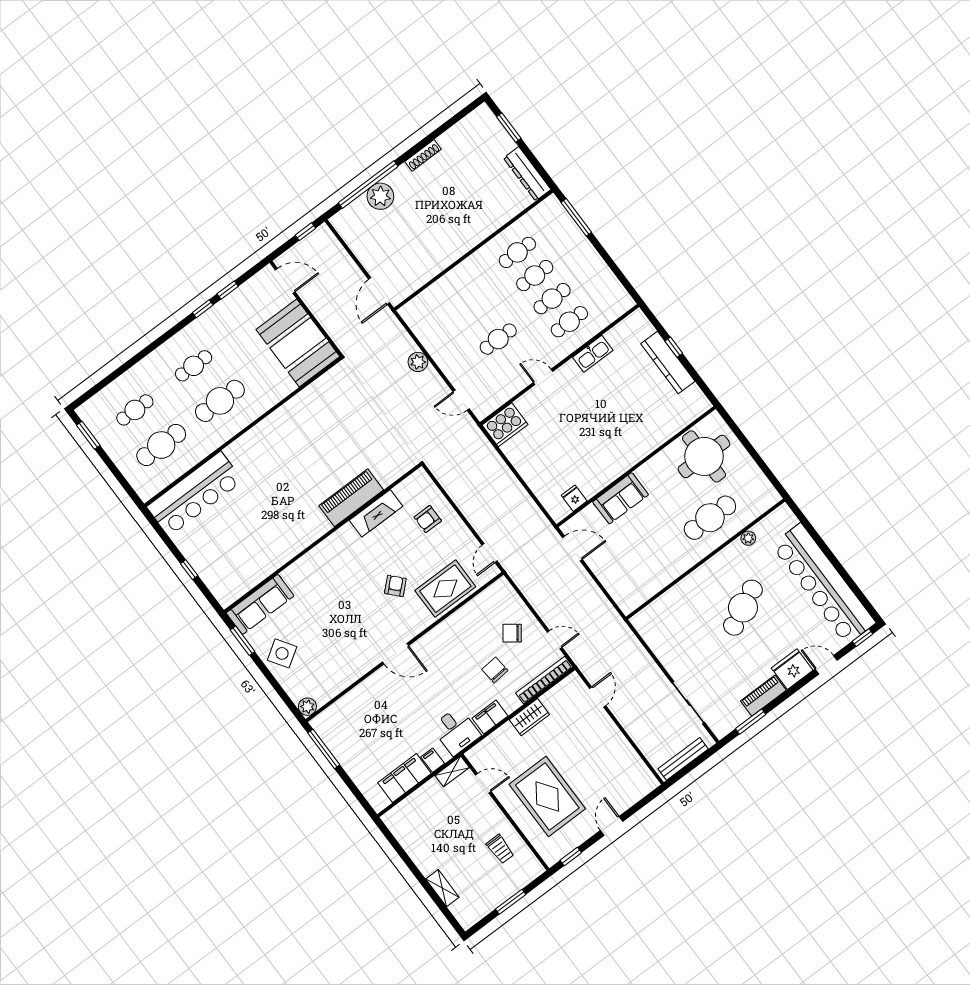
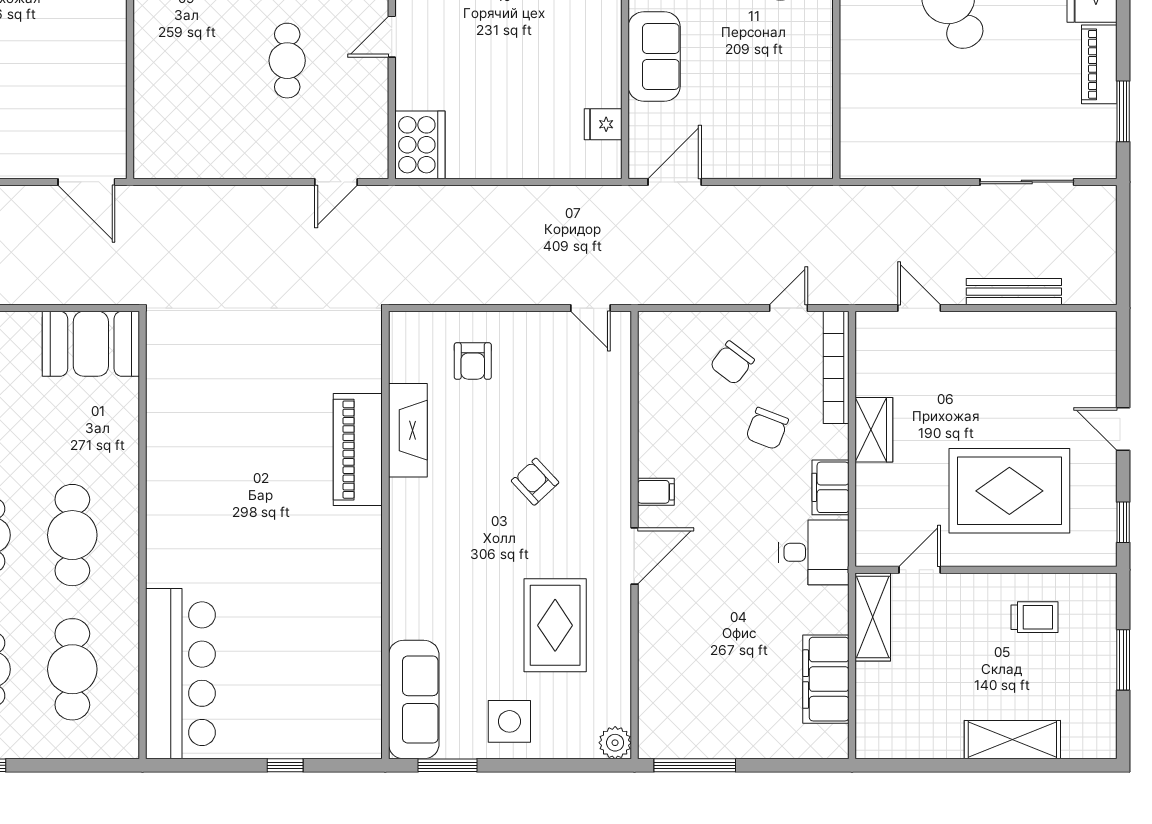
booth: (298, 343) -> (91, 344), width x0.73, depth x0.70
plant: (418, 362) -> (233, 203), removed
rug: (445, 589) -> (555, 625), moved
side table: (282, 653) -> (509, 721), turned 33
chair: (495, 670) -> (767, 429), turned -64
bench: (683, 759) -> (1014, 292), moved, turned 90
filing cabinet: (433, 760) -> (656, 492), moved, turned 180
shelving: (452, 771) -> (873, 617), width x1.50, depth x1.33
shelving: (442, 888) -> (1012, 740), width x1.50, depth x1.33

